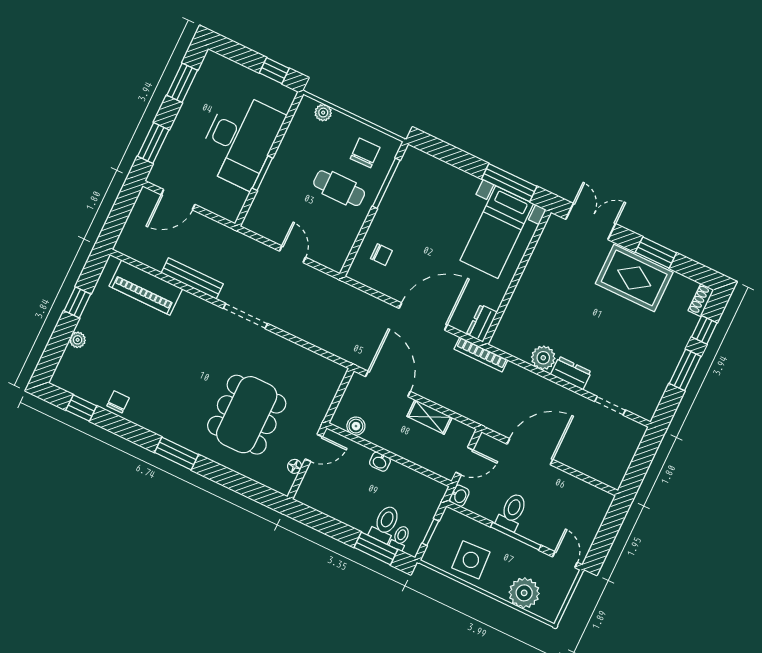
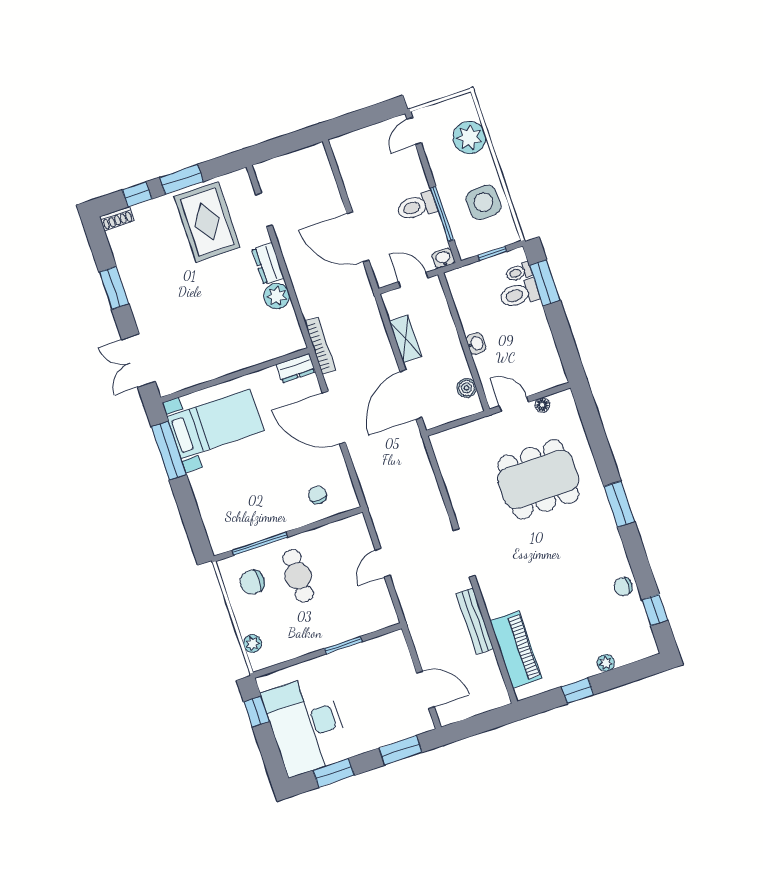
desk: (240, 140) -> (306, 725), moved, turned -90
rug: (634, 278) -> (207, 222), moved
window: (516, 536) -> (442, 214), moved

